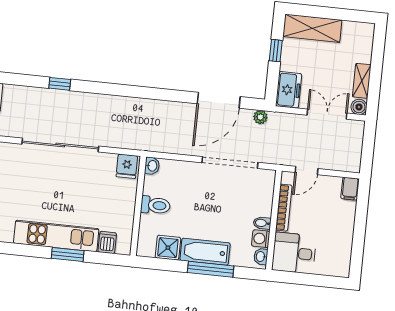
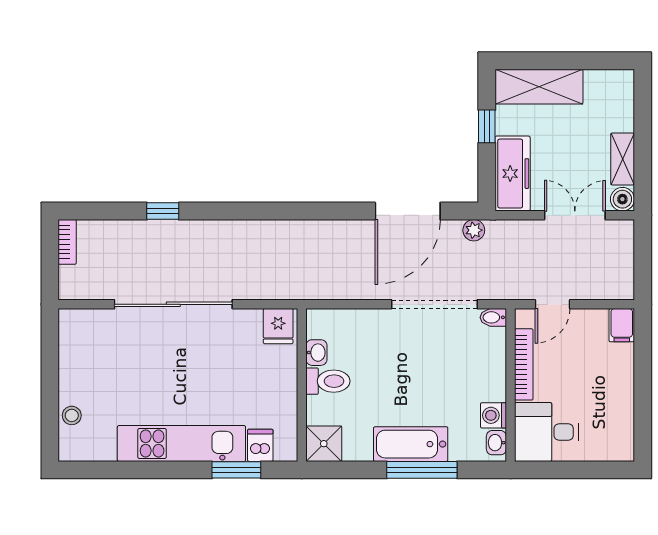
freezer: (289, 90) -> (513, 174), width x1.40
washbasin: (152, 166) -> (316, 353), moved
bidet: (262, 223) -> (493, 317), moved
shower: (168, 248) -> (324, 444), moved
window: (68, 254) -> (236, 470), moved

